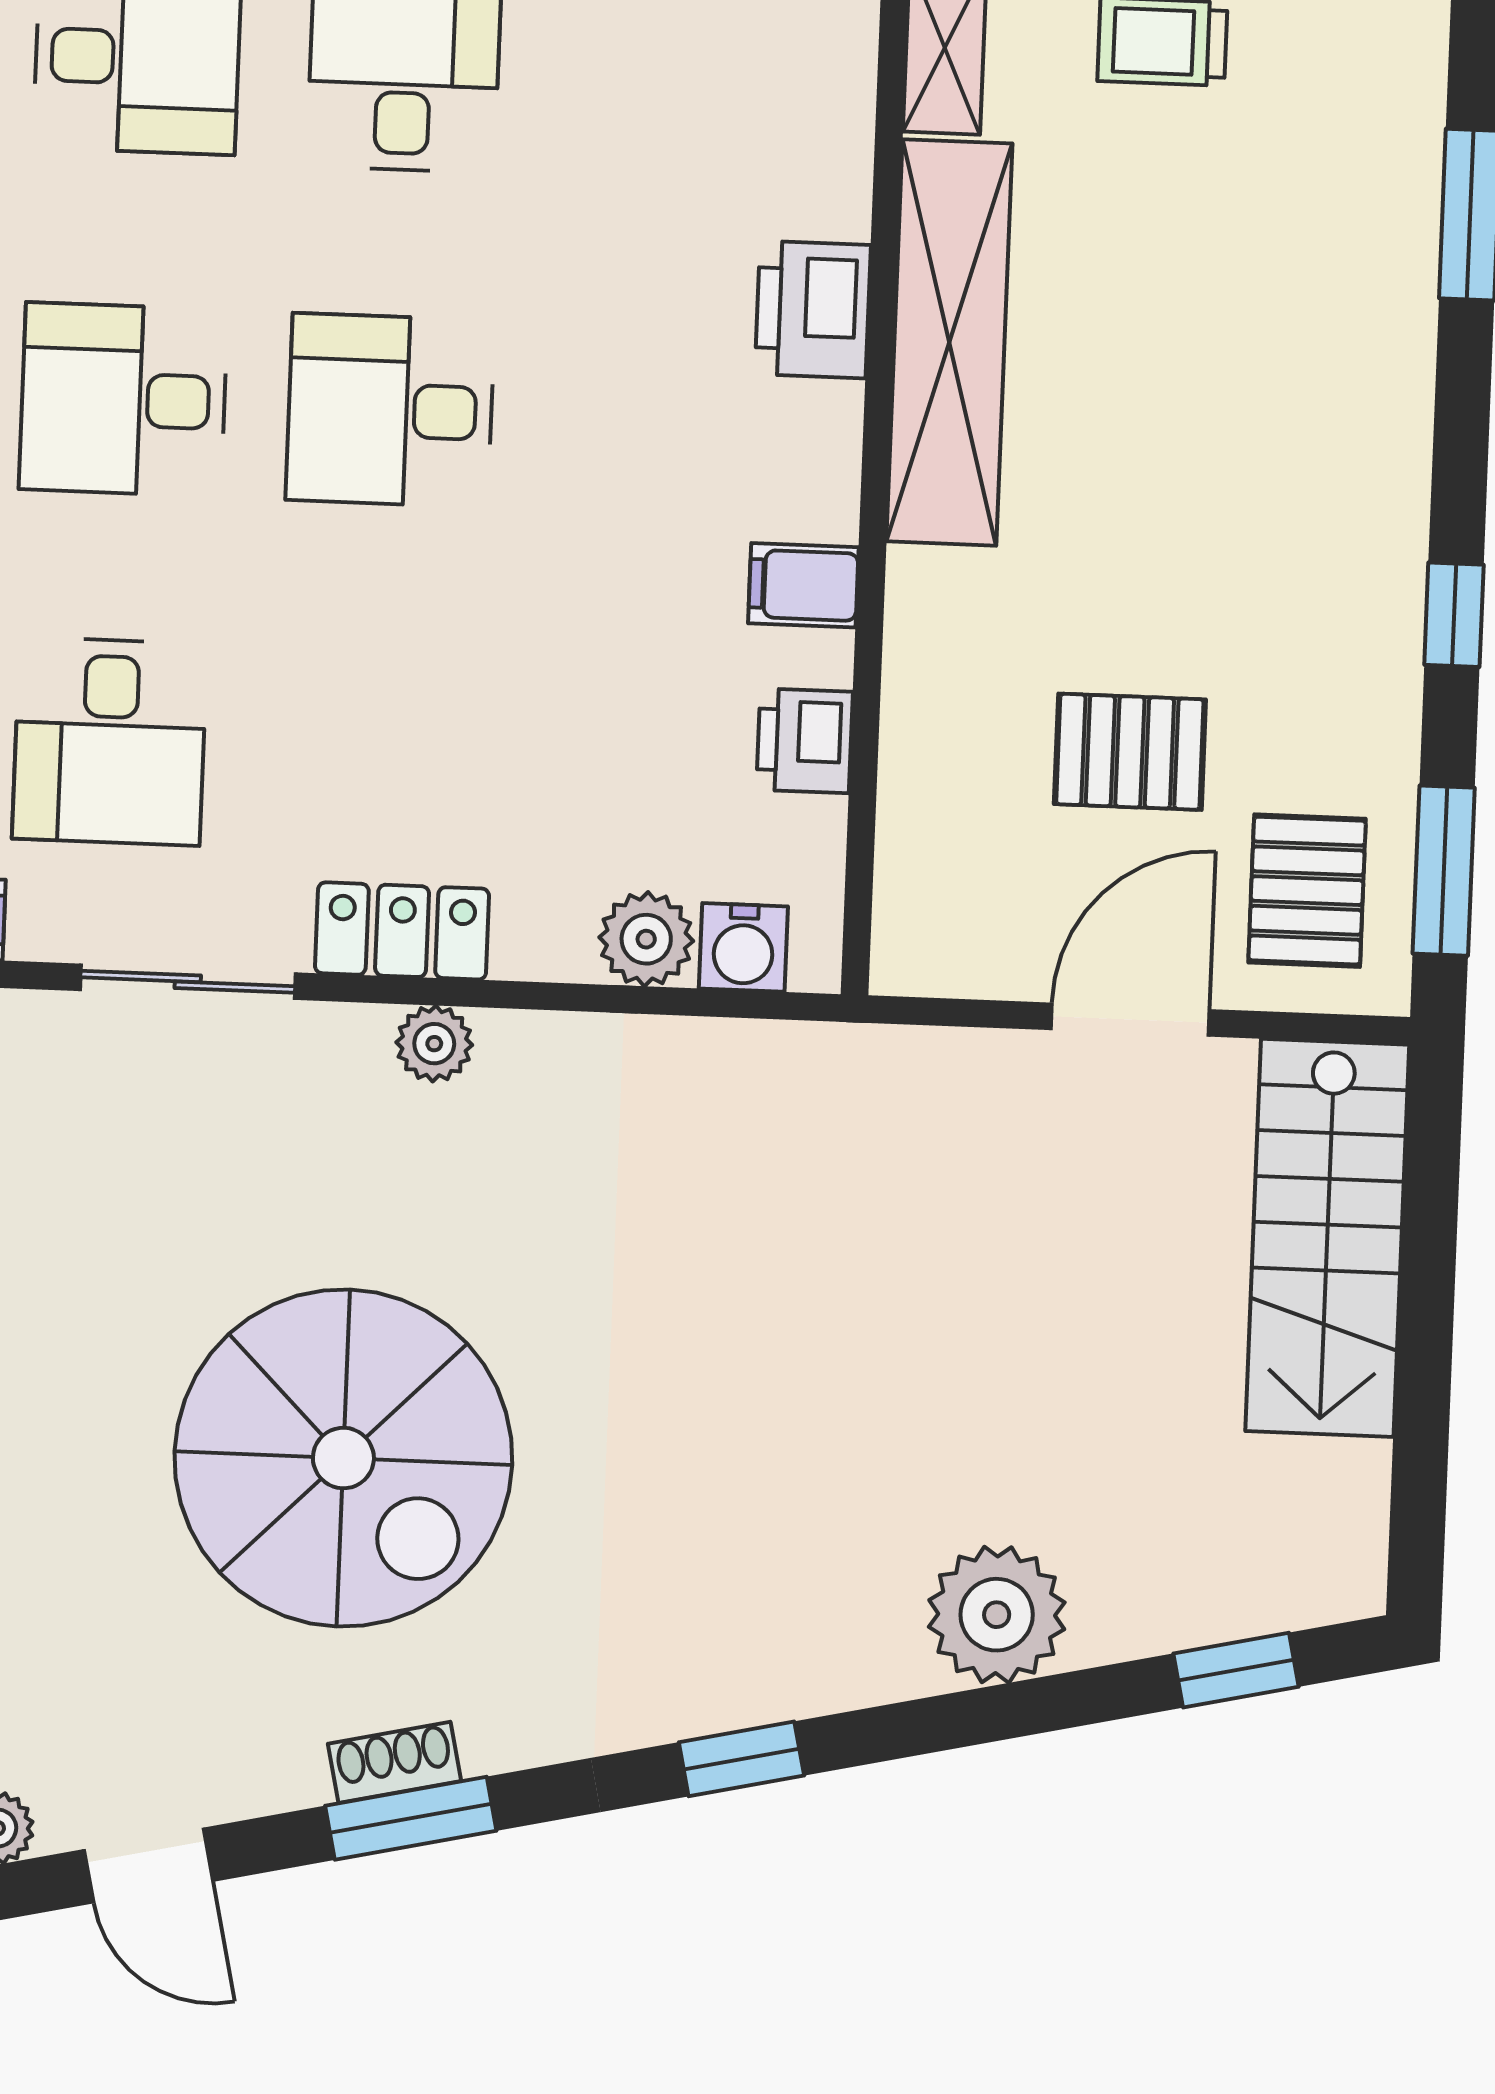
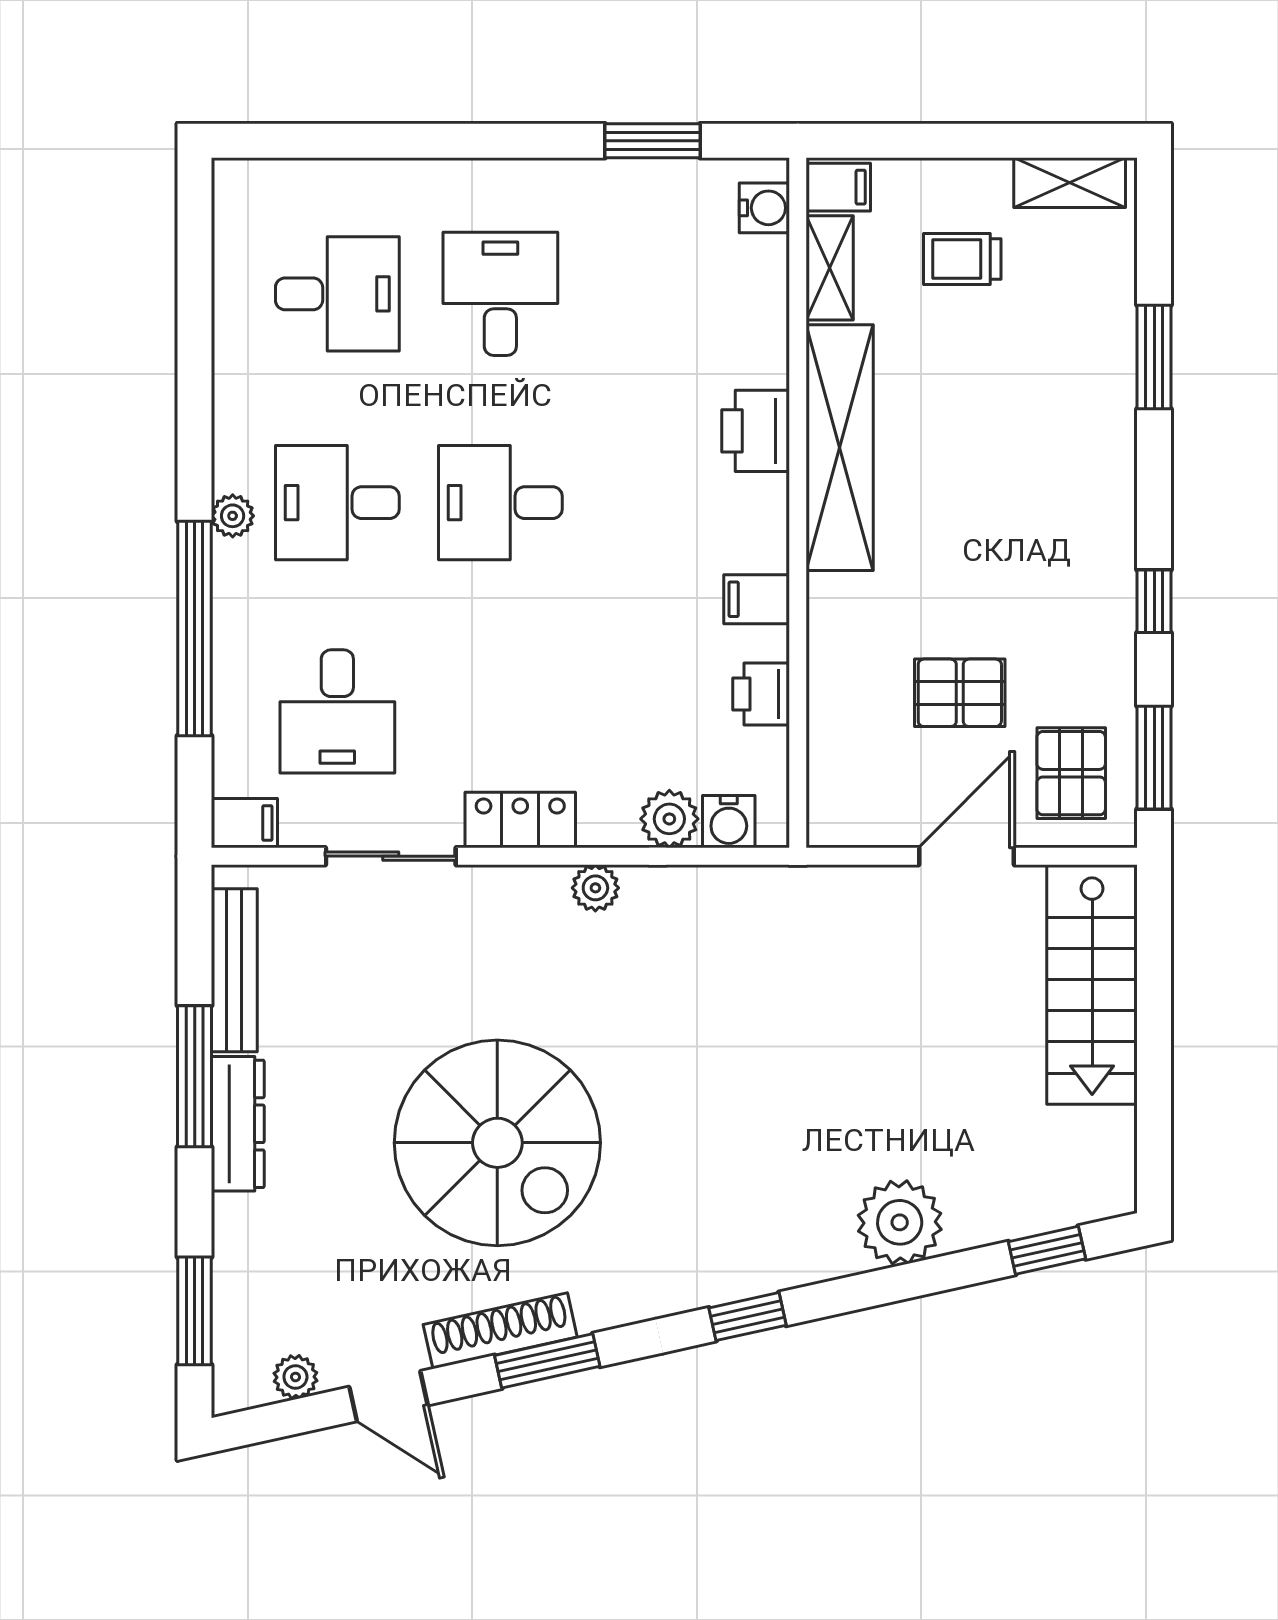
plant: (434, 1044) -> (595, 888), moved
shoe rack: (395, 1762) -> (500, 1331), width x1.94, depth x1.24

